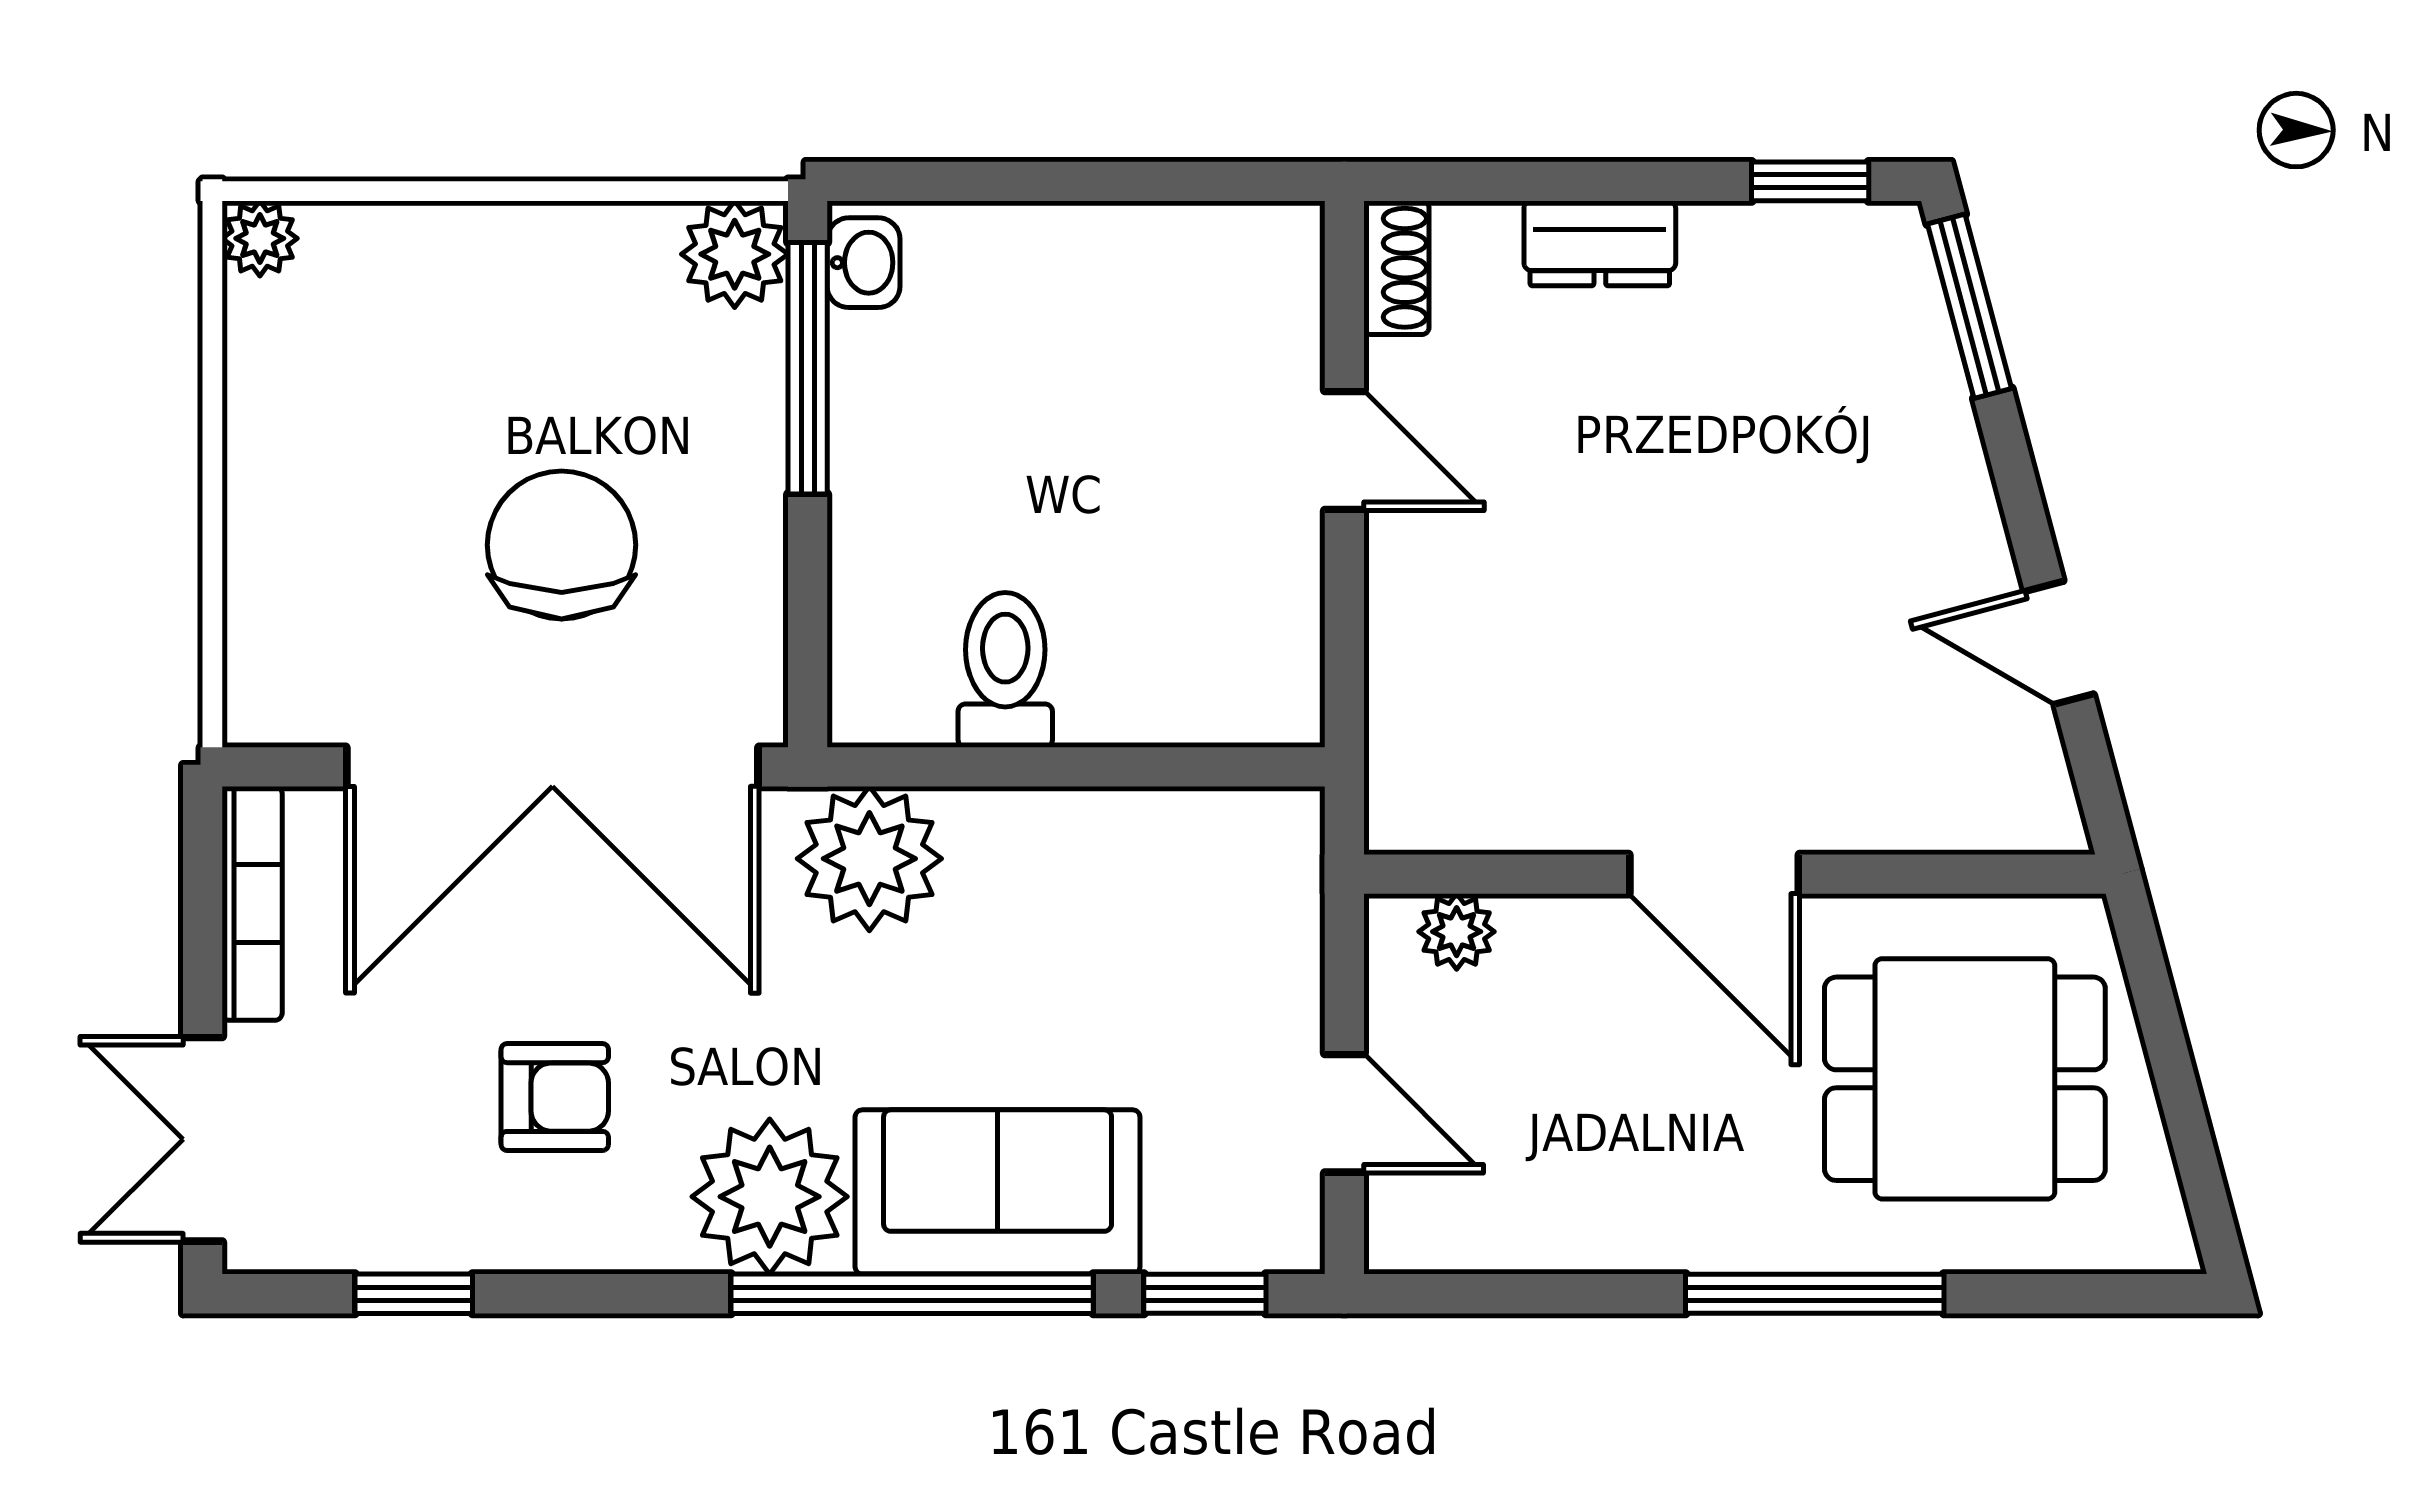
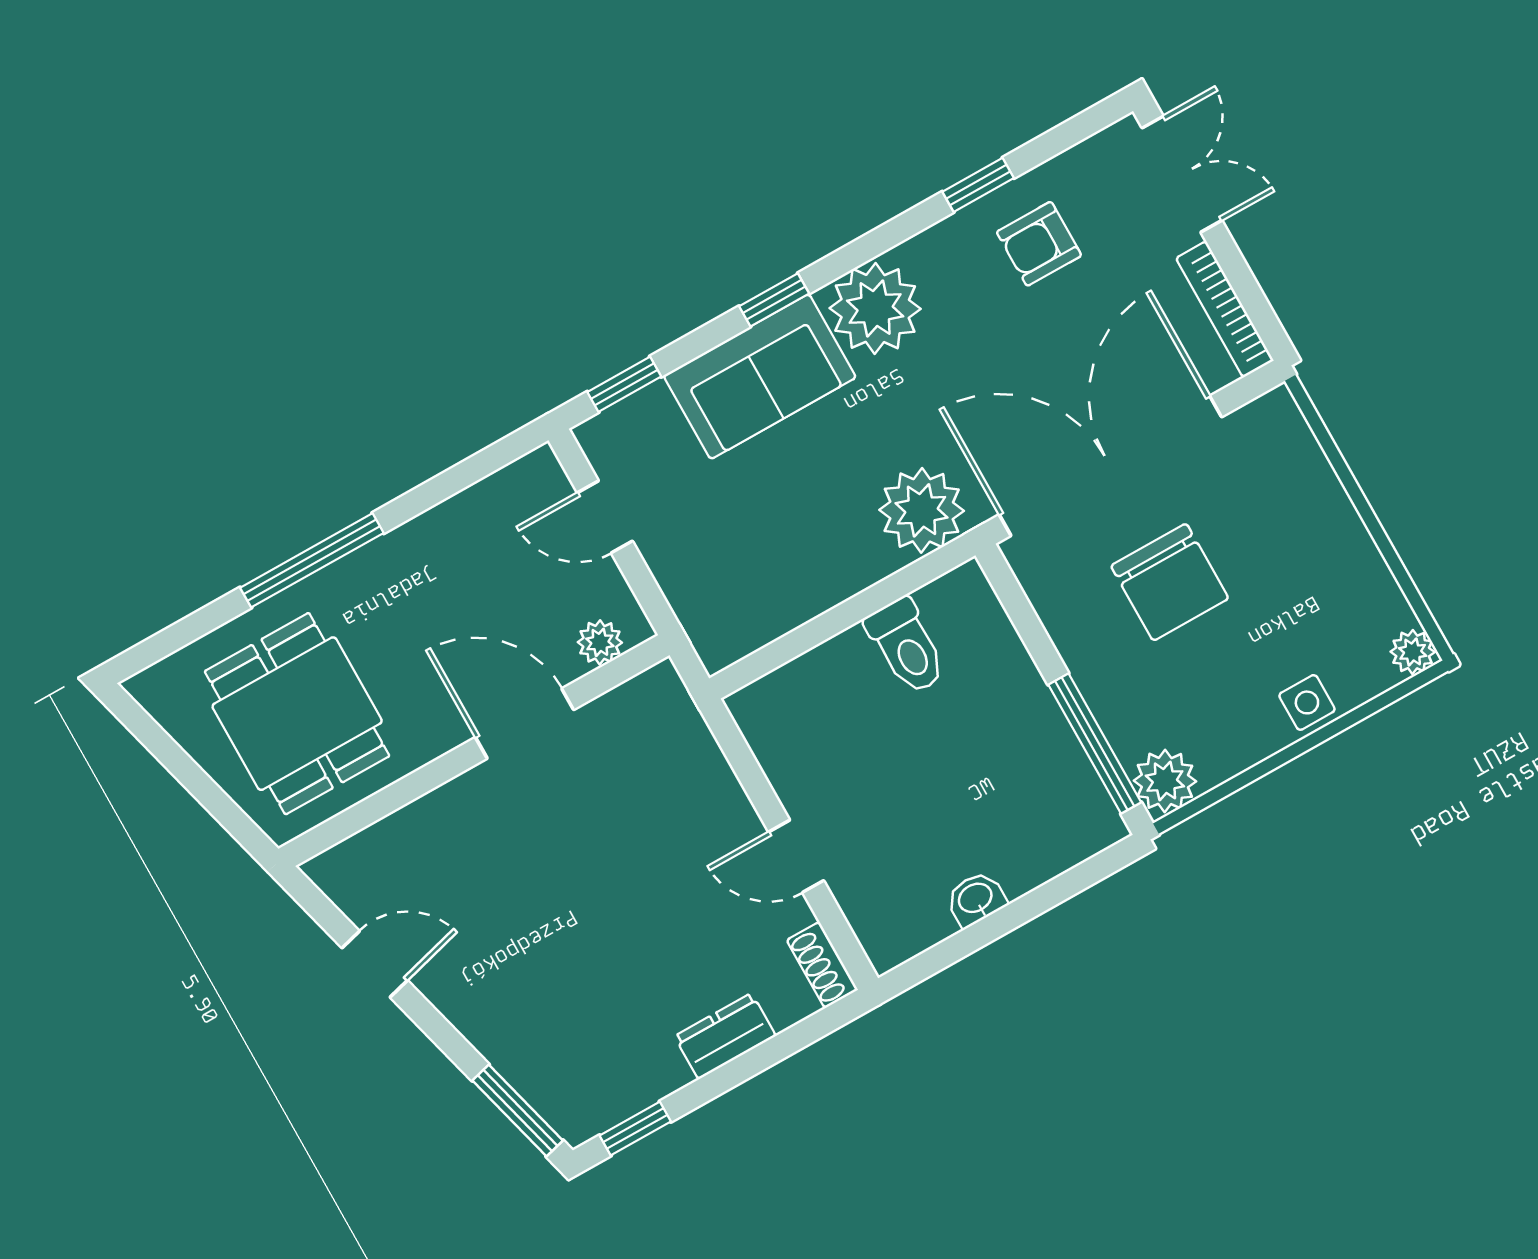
side table: (459, 252) -> (1307, 702), added
washbasin: (864, 263) -> (976, 899), moved, turned 90
door: (1714, 874) -> (525, 724), moved
dining table: (1965, 1079) -> (297, 714), turned 90
armchair: (555, 1097) -> (1039, 244), moved
window: (414, 1294) -> (978, 185), moved
window: (912, 1294) -> (774, 300), width x0.32

